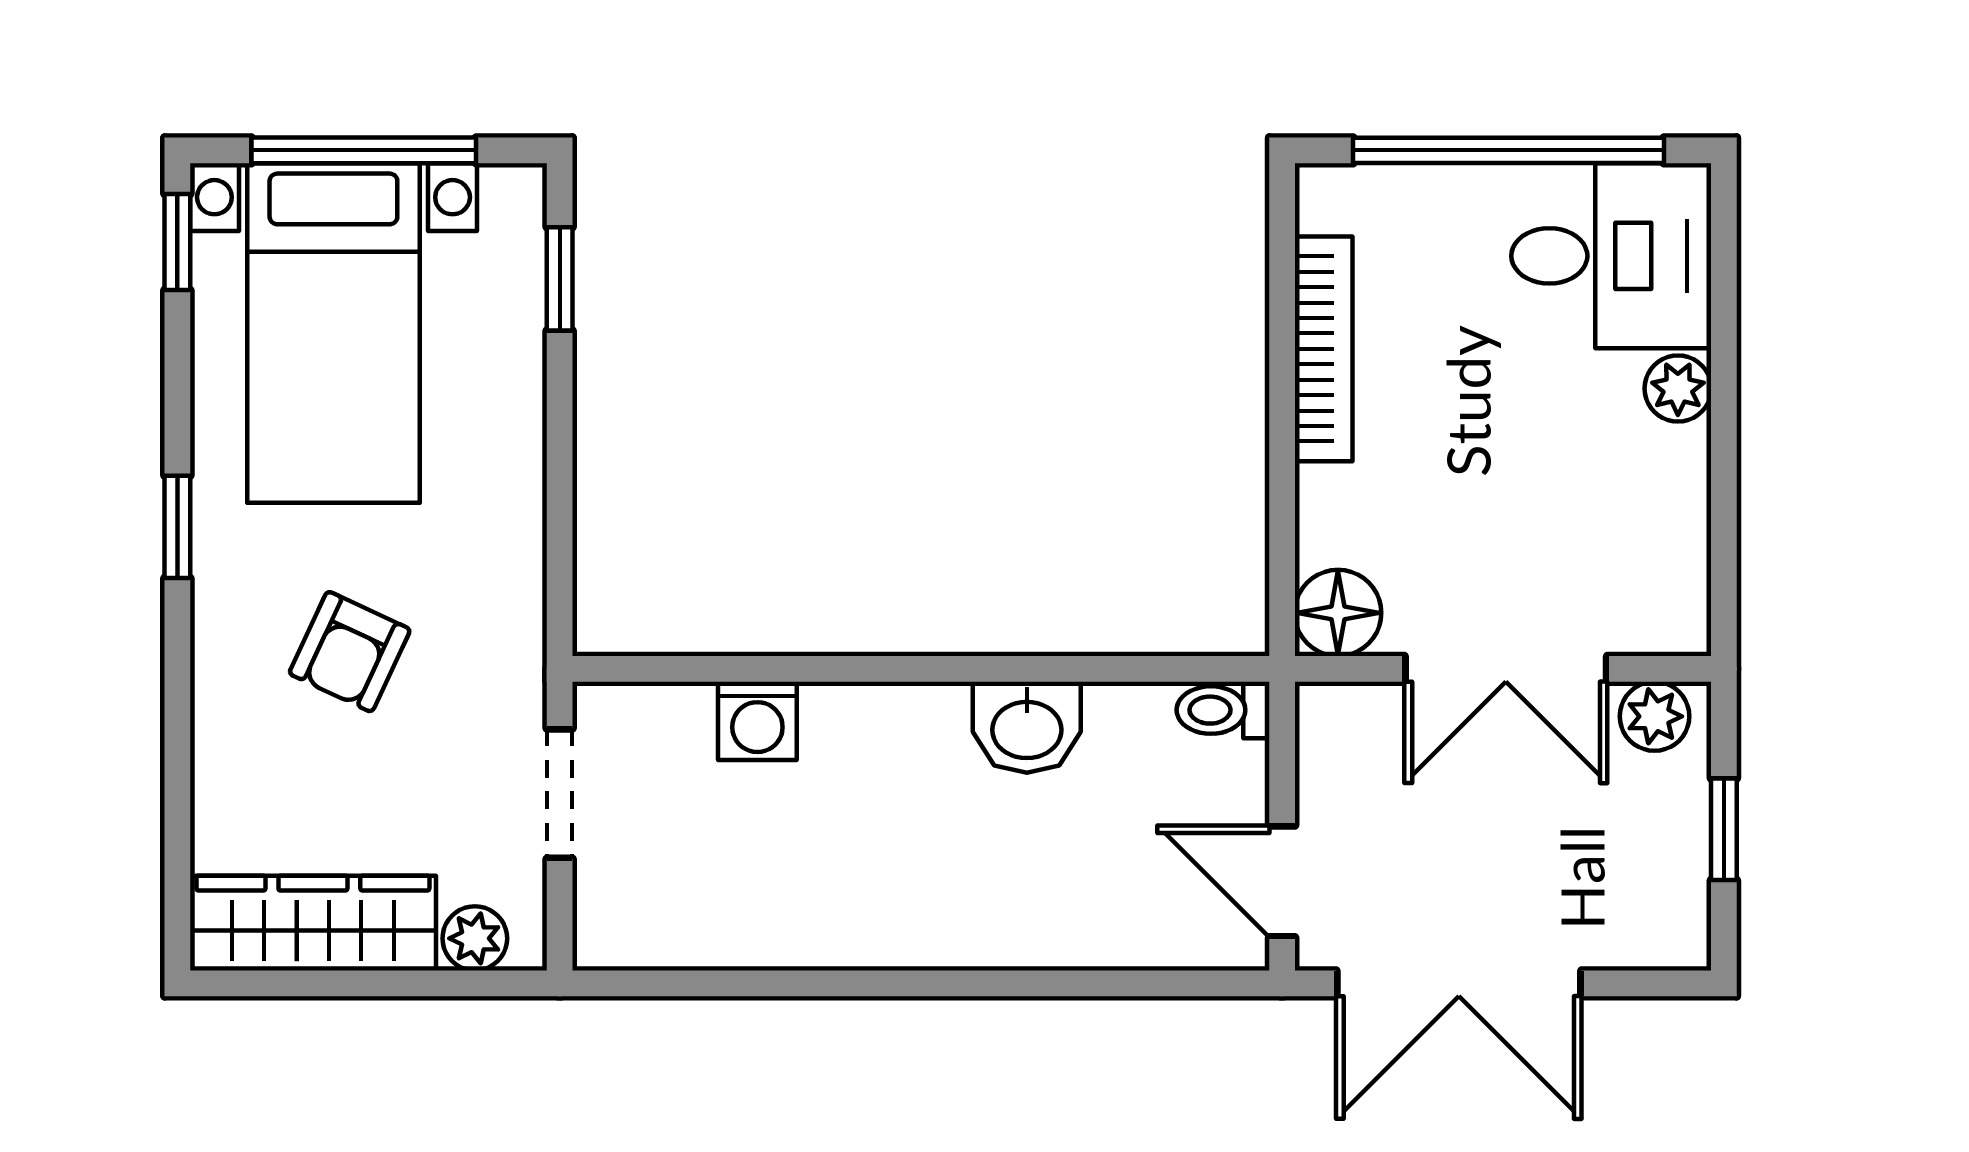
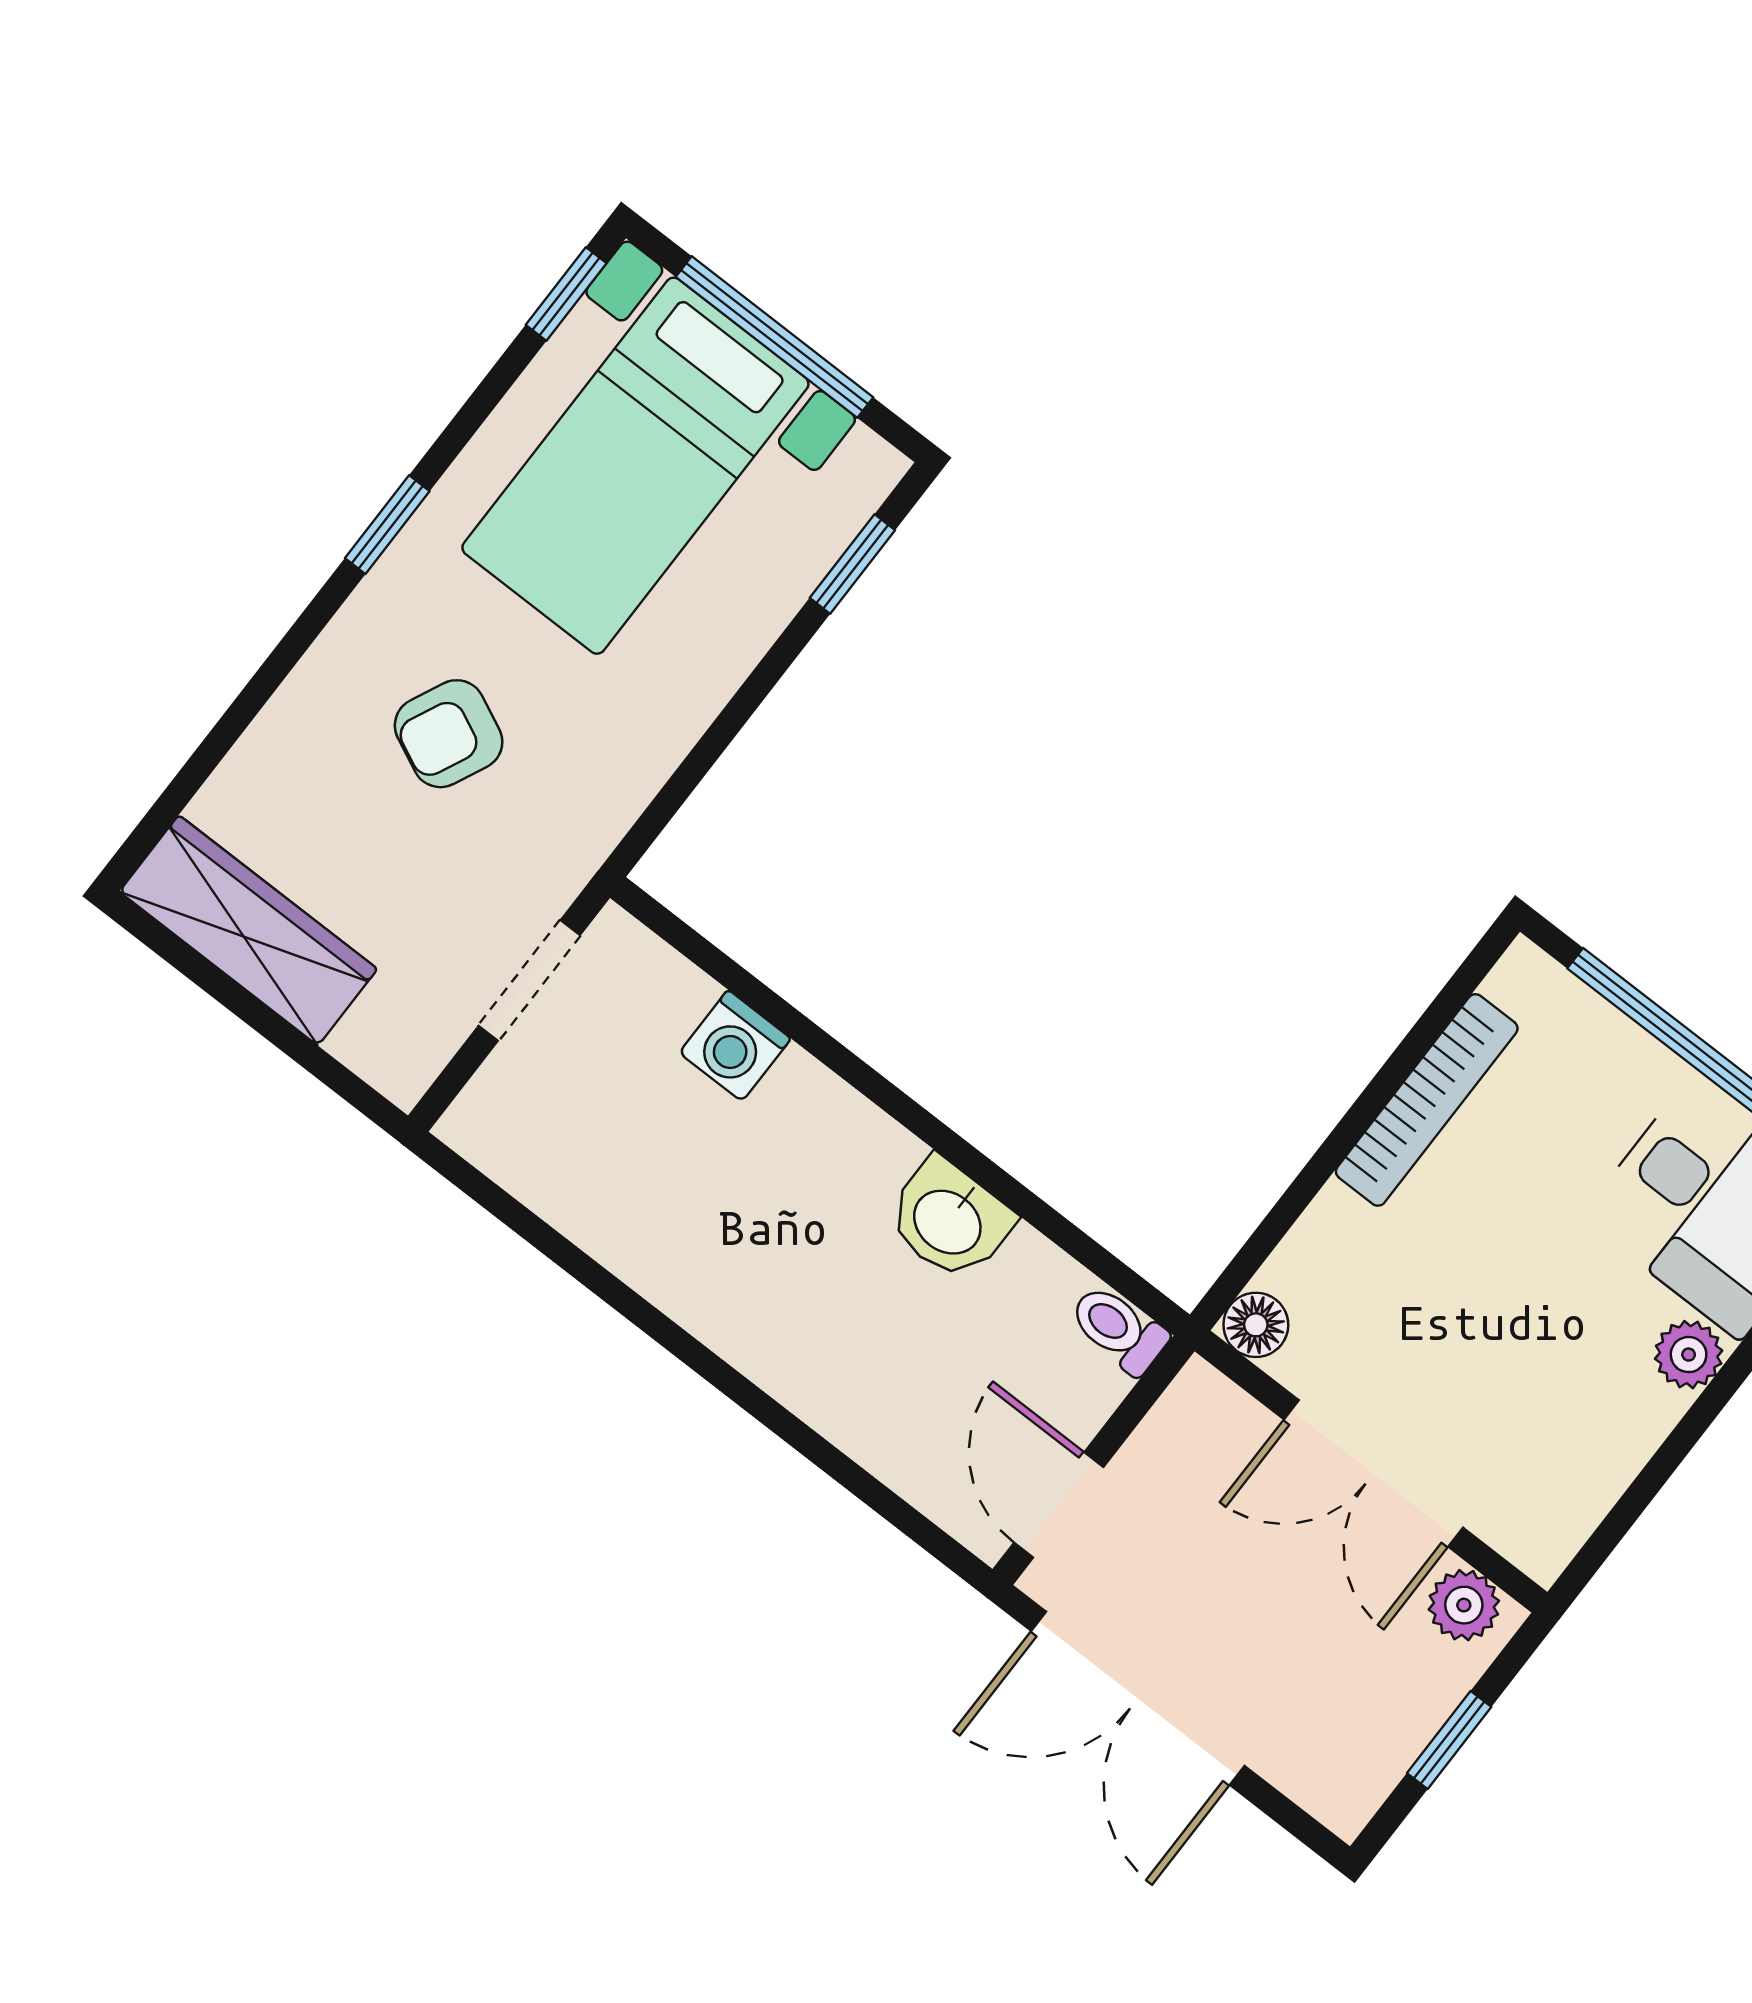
floor lamp: (1338, 613) -> (1256, 1325), width x0.73, depth x0.73
plant: (475, 938) -> (370, 1044), removed

